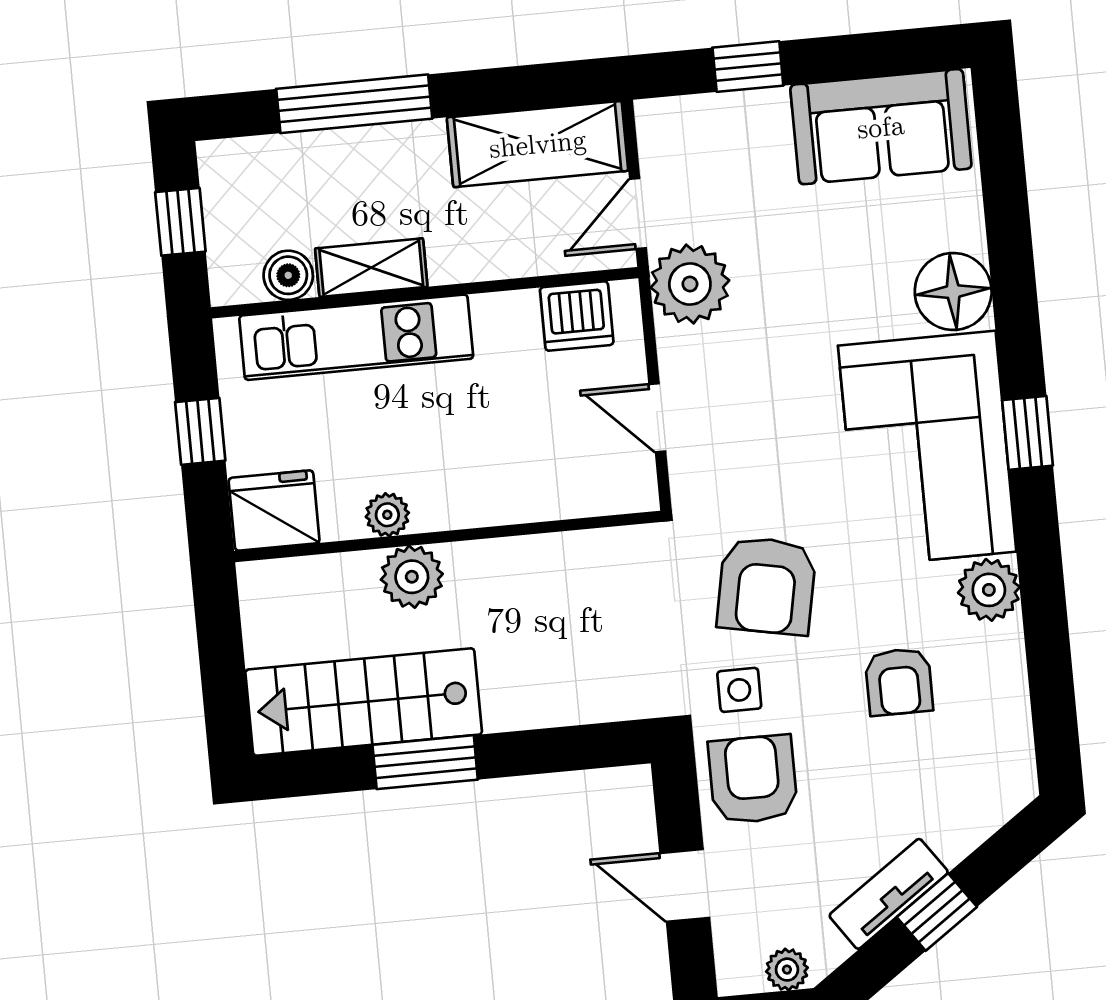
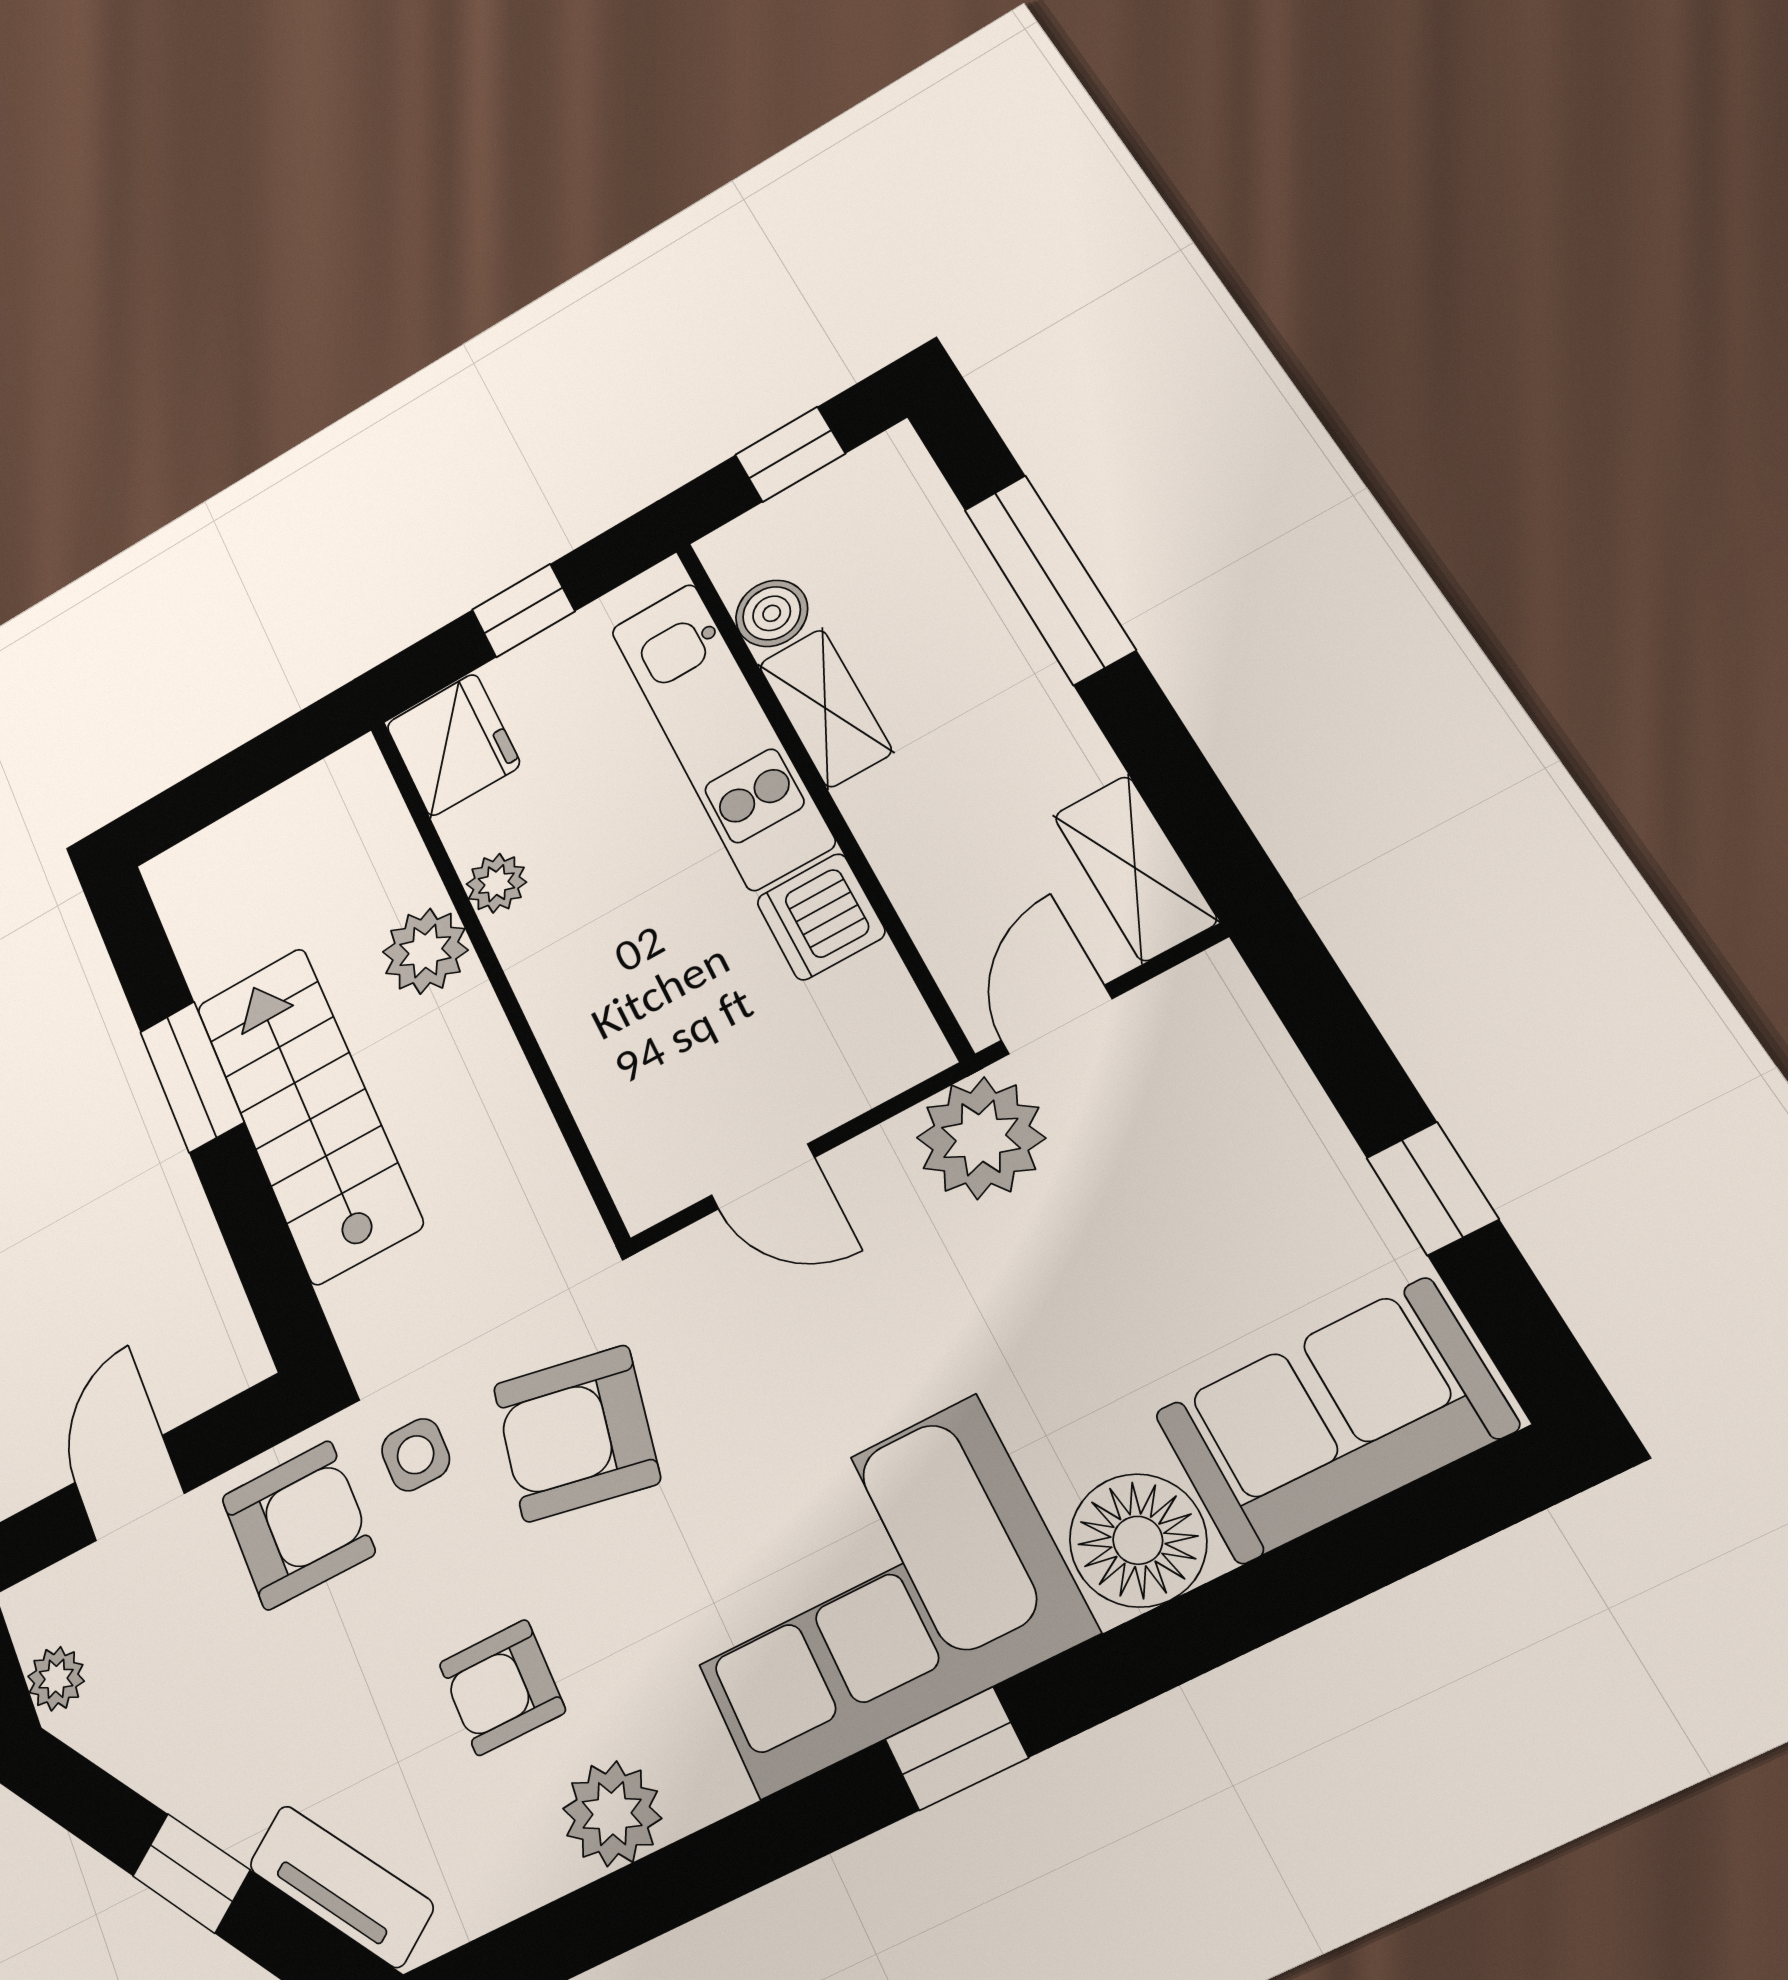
window: (748, 67) -> (1432, 1188), moved
sofa: (881, 127) -> (1334, 1420), moved, turned 90
shelving: (538, 144) -> (1135, 868), width x0.67, depth x0.75
door: (638, 214) -> (1057, 1020), hinge flipped
dishwasher: (577, 316) -> (821, 917), moved
door: (657, 418) -> (763, 1176), swing flipped
plant: (989, 590) -> (612, 1814), moved
stairs: (364, 702) -> (308, 1114), moved
tv unit: (889, 894) -> (341, 1886), moved

